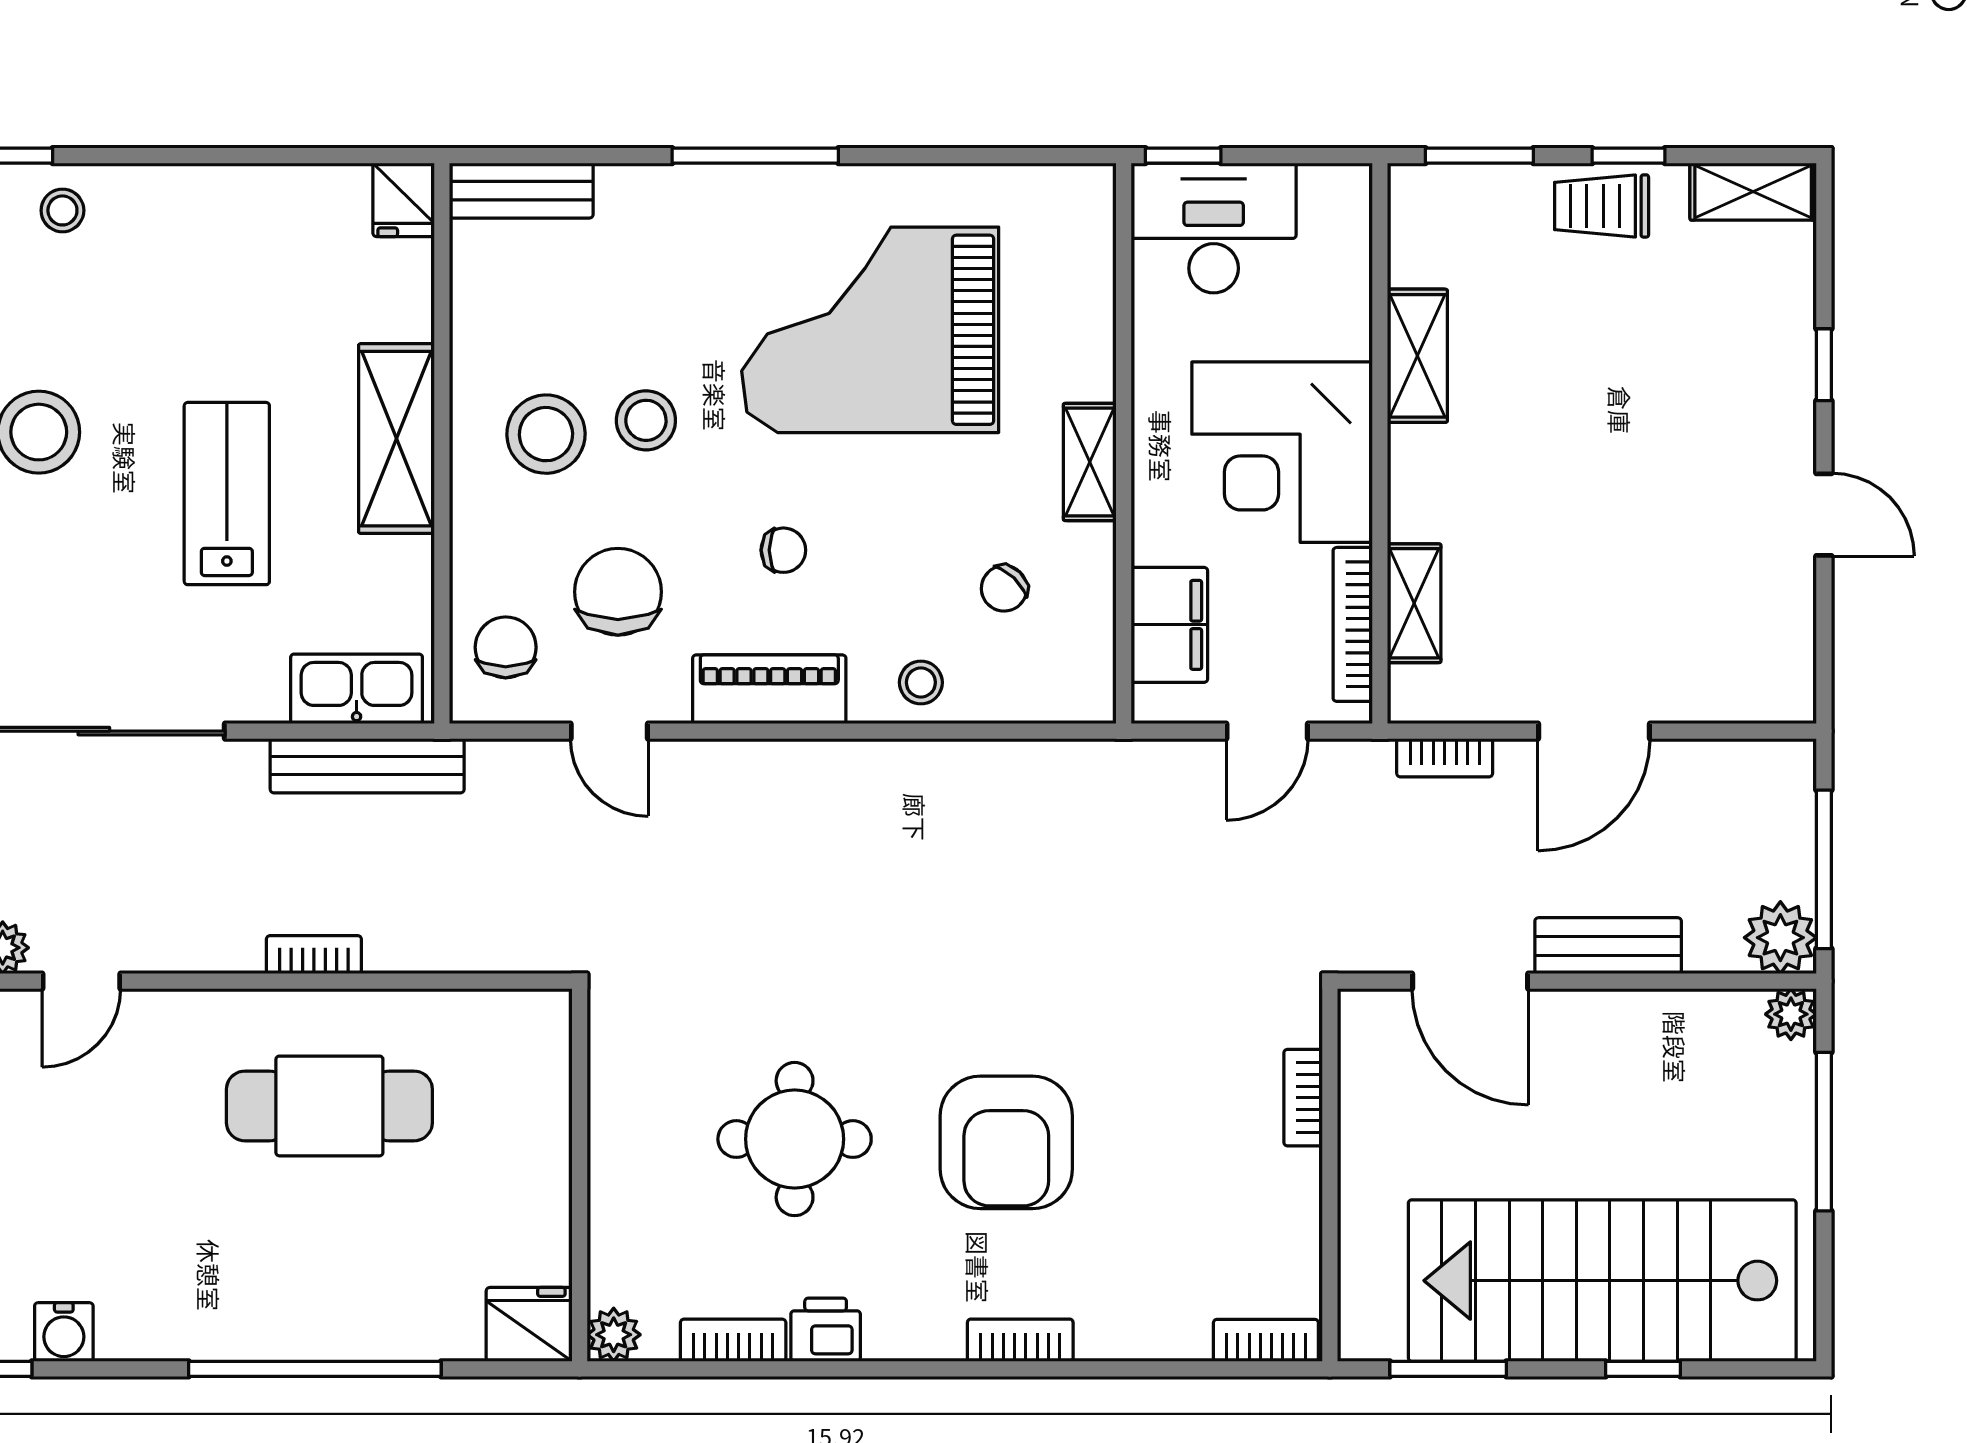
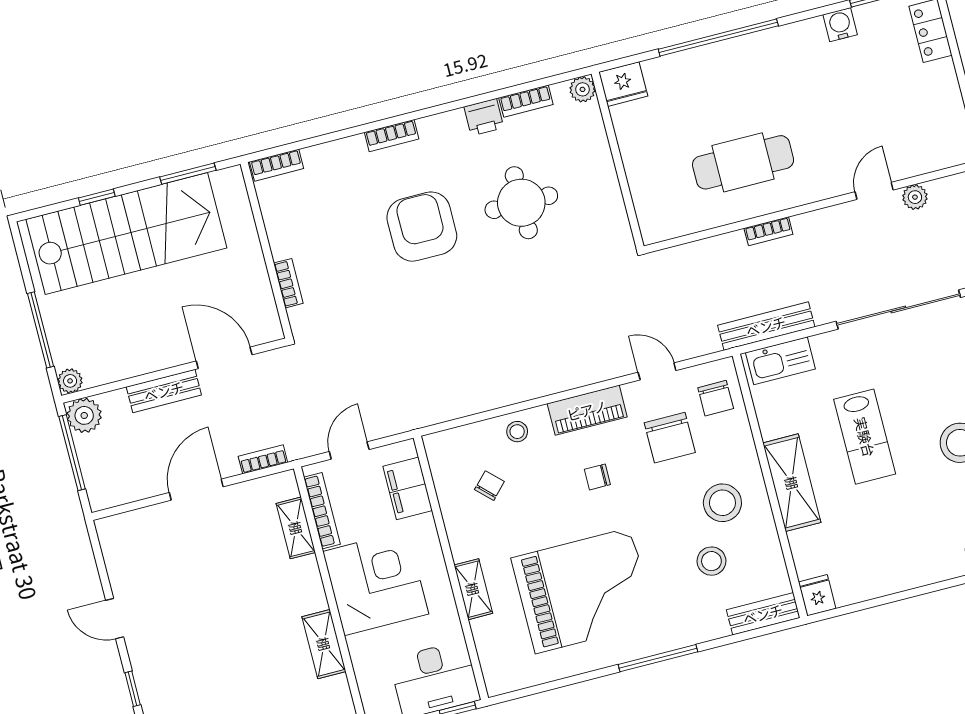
stool: (646, 420) -> (711, 561), moved
shelving: (1090, 462) -> (473, 589), moved

